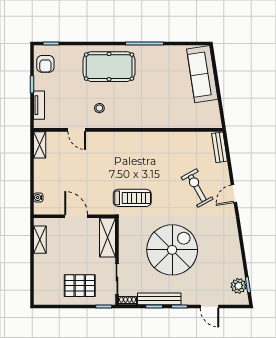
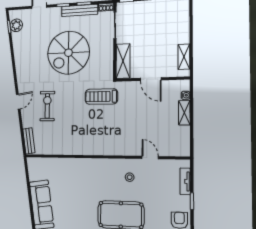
shelving: (40, 145) -> (184, 113), moved
exercise bike: (197, 188) -> (47, 106), turned -151
pallet: (80, 286) -> (148, 17), removed

